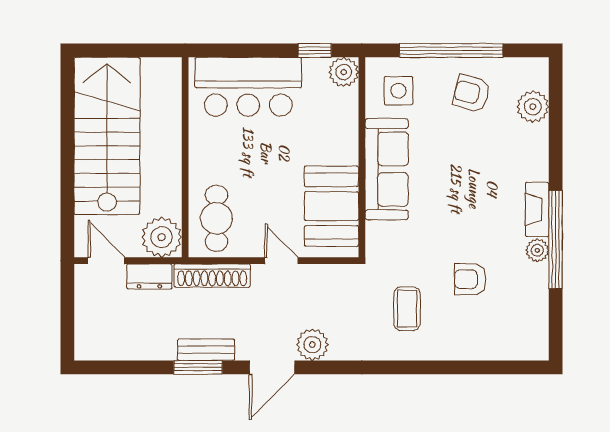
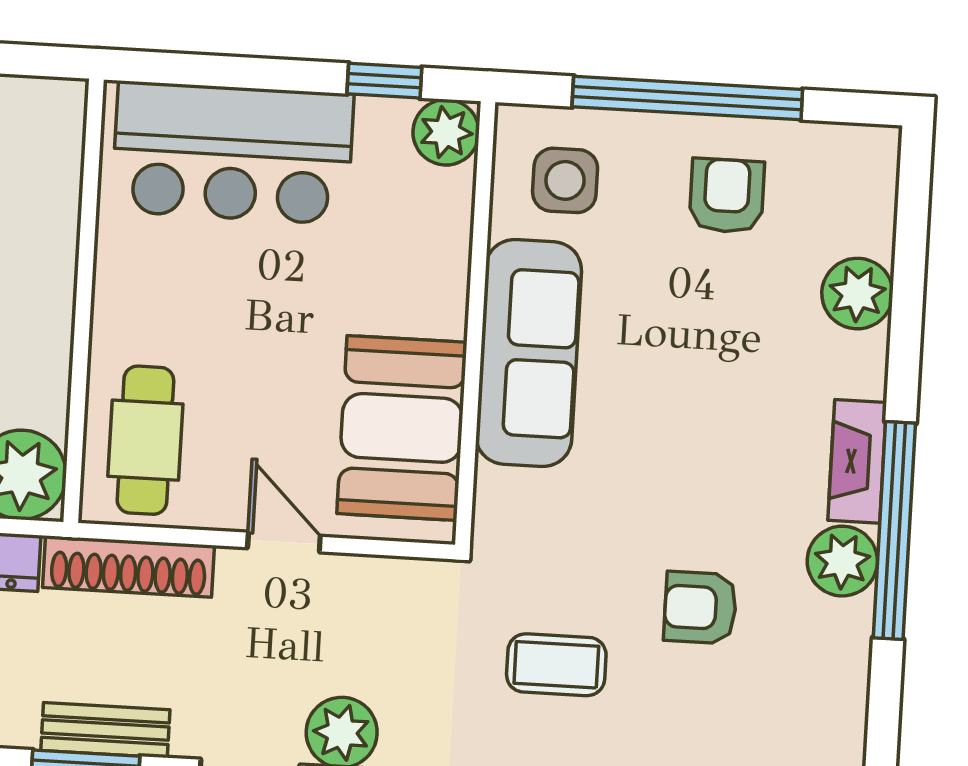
armchair: (472, 93) -> (727, 196), turned 75
plant: (533, 107) -> (857, 294), moved
plant: (537, 250) -> (842, 561), width x1.38, depth x1.38
coffee table: (407, 309) -> (556, 665), turned 90

